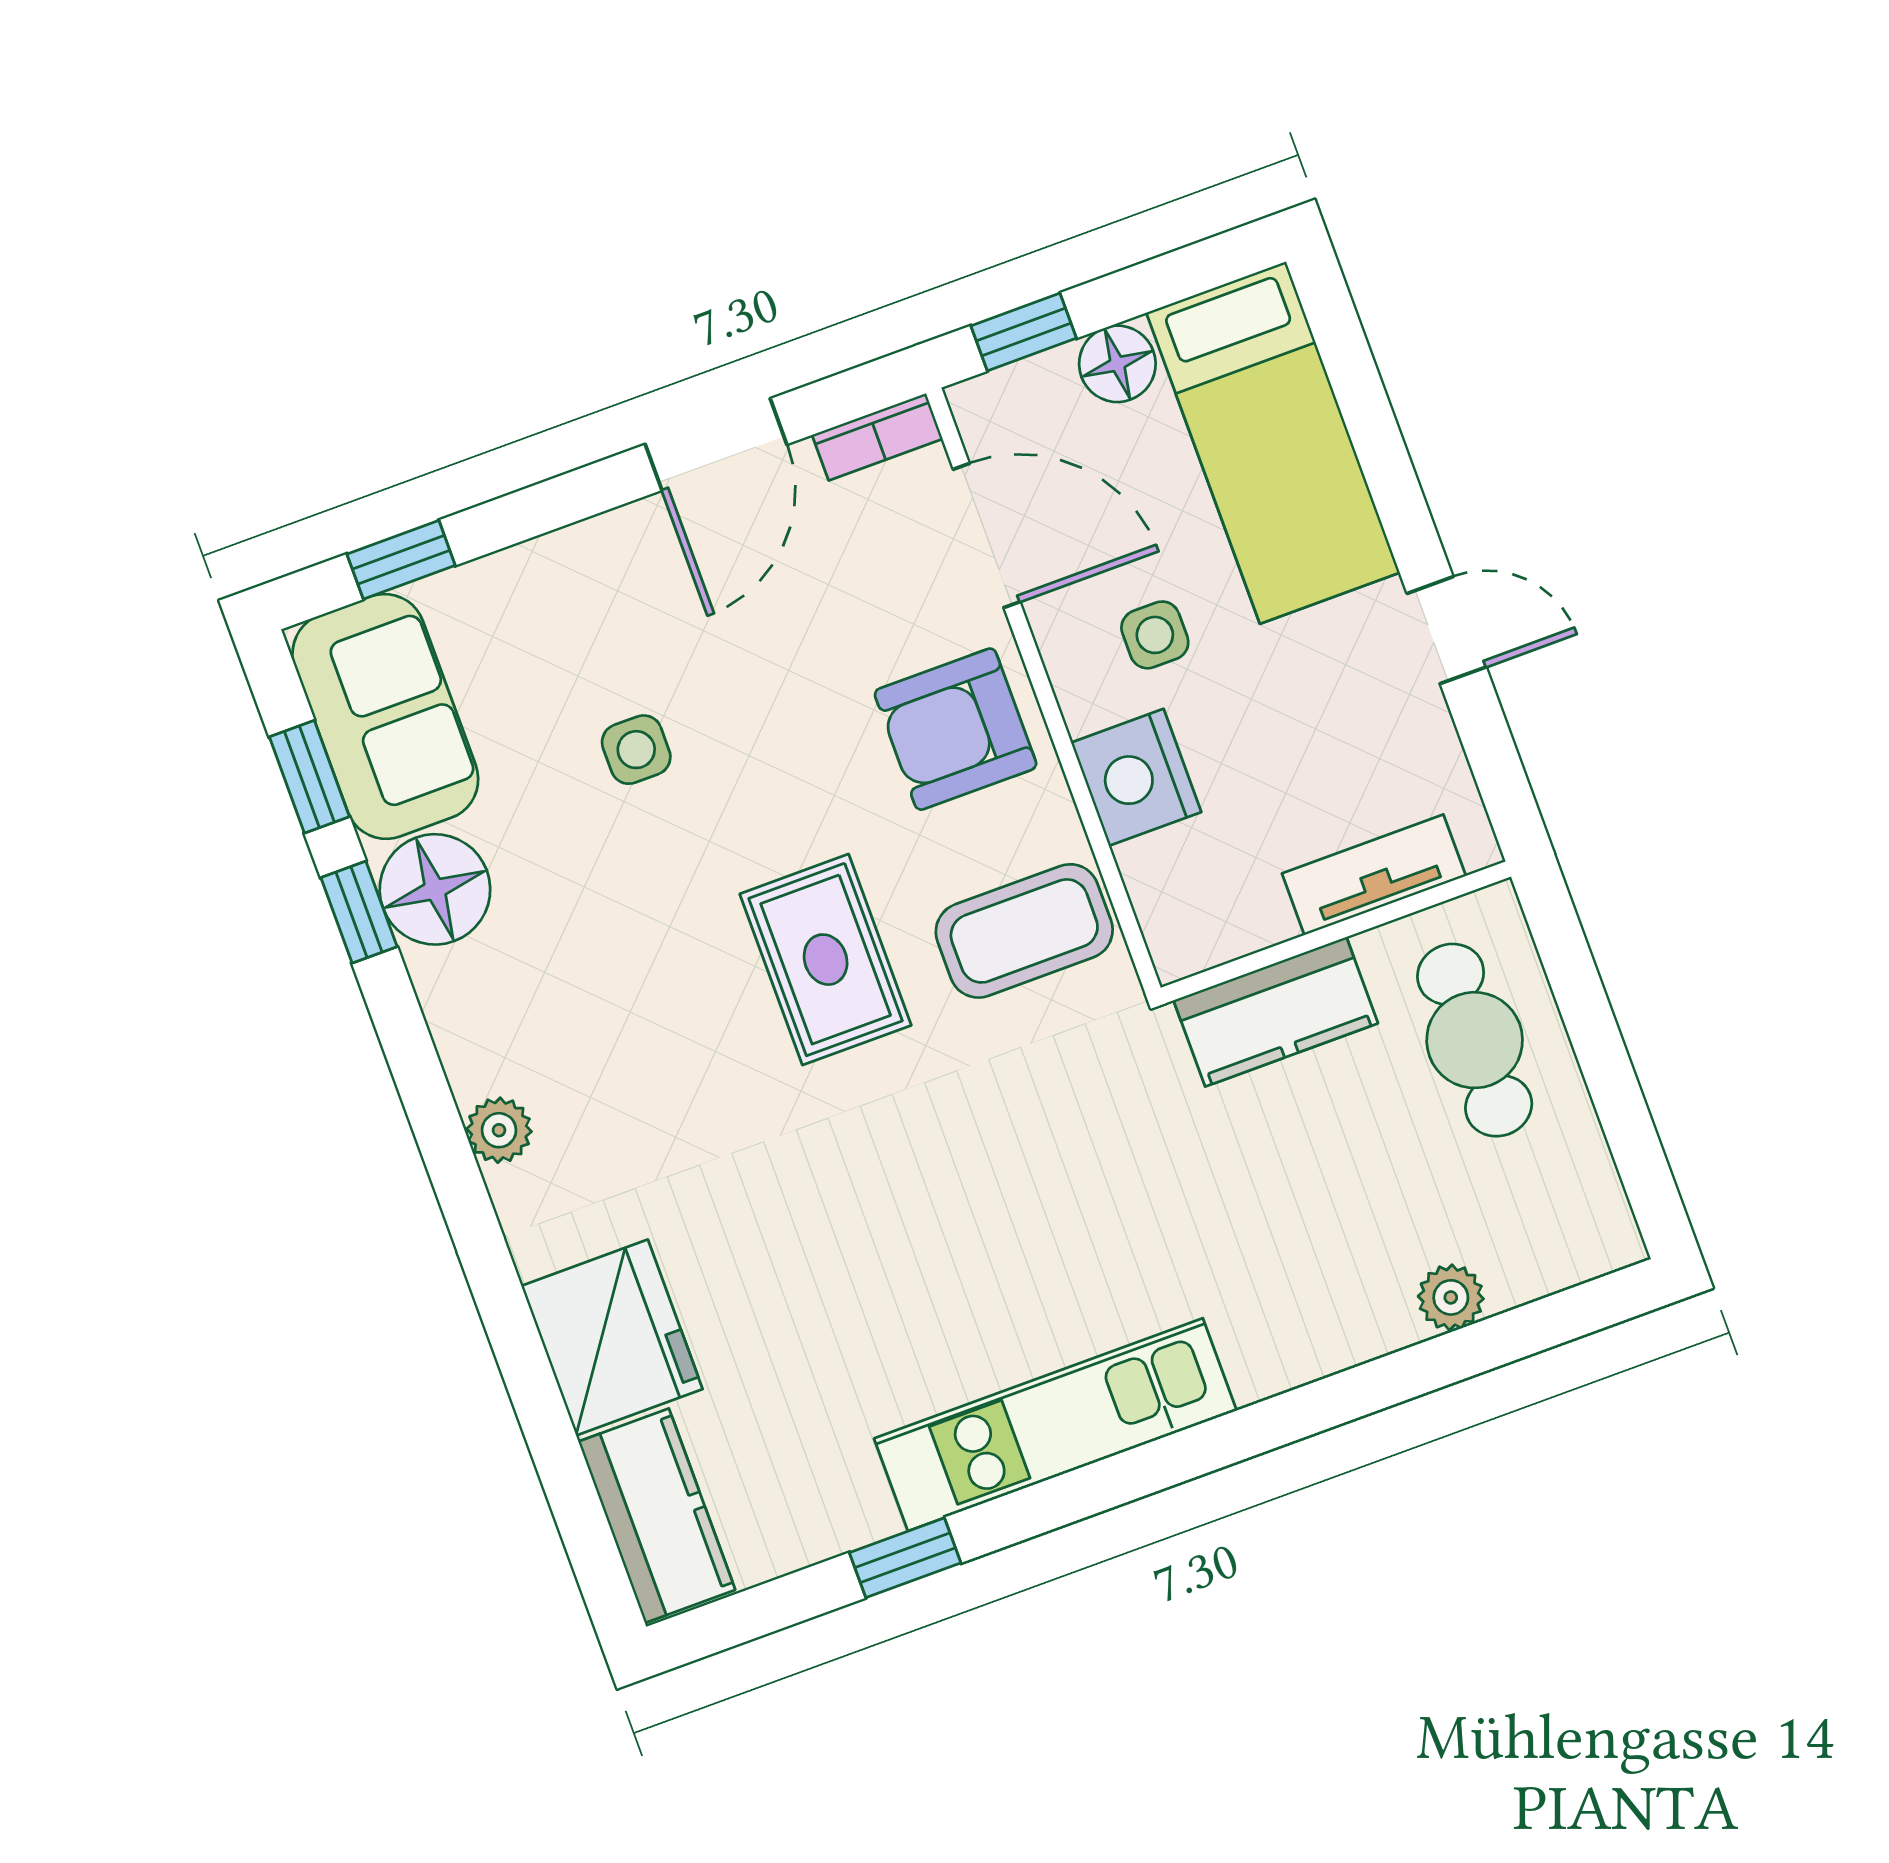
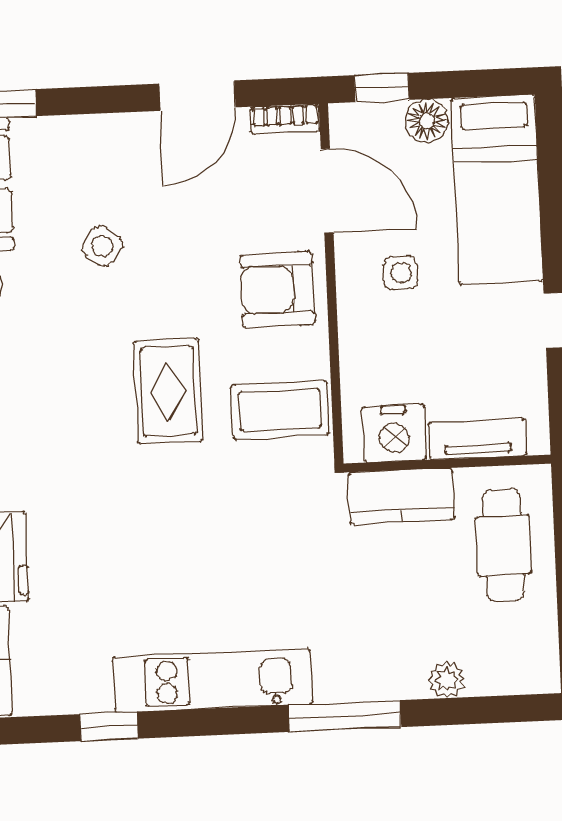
side table: (636, 750) -> (102, 246), turned 37
nightstand: (1136, 777) -> (394, 433), moved, turned -90
window: (1298, 1414) -> (345, 716), added

